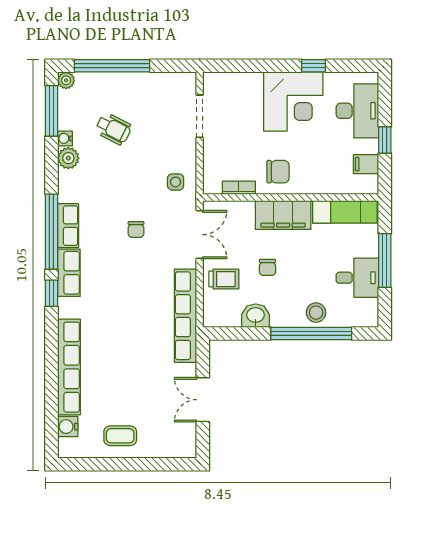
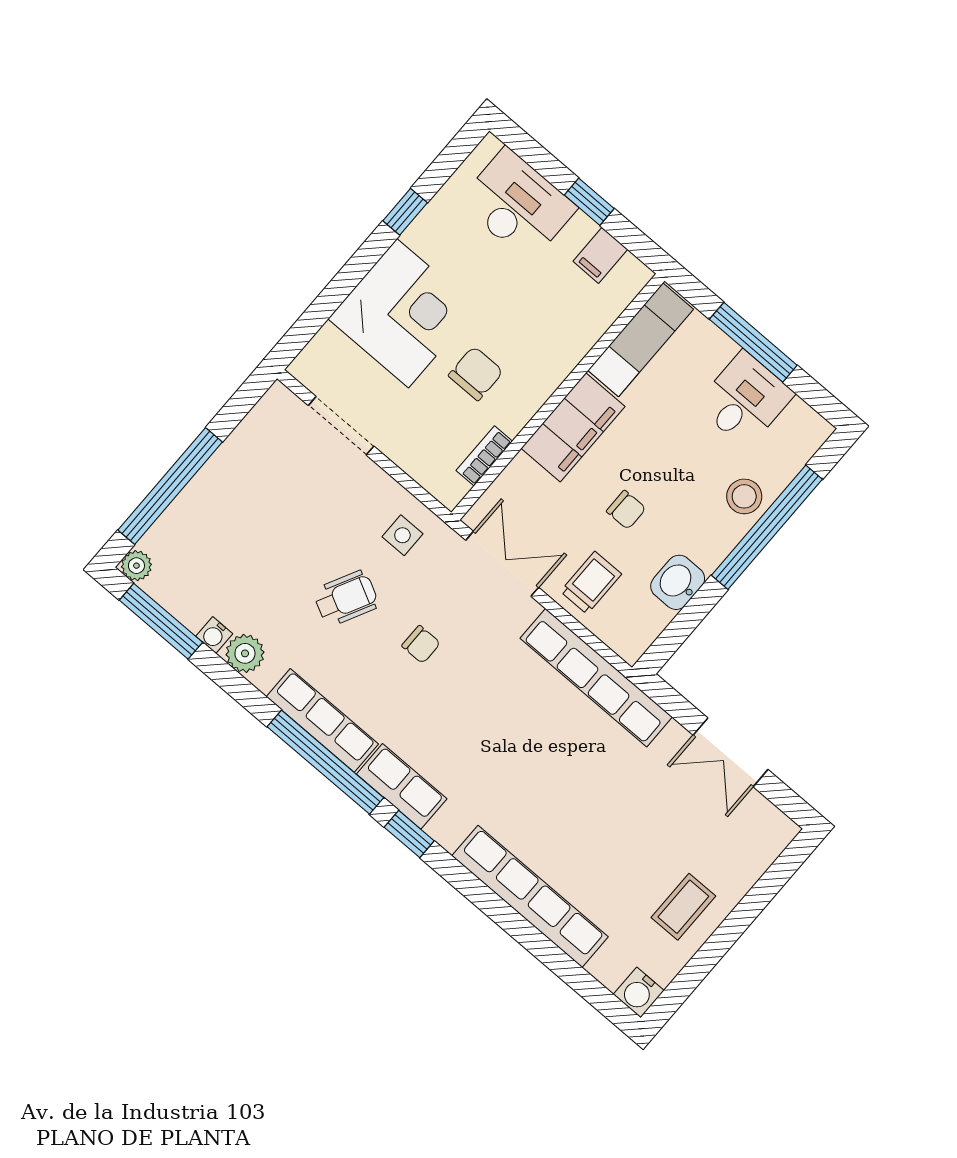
corner desk: (293, 101) -> (403, 313), moved
wheelchair: (114, 129) -> (346, 598), moved
chair: (278, 172) -> (476, 373), moved
row of seats: (68, 226) -> (322, 720), width x1.48
water cooler: (68, 427) -> (639, 992), moved

